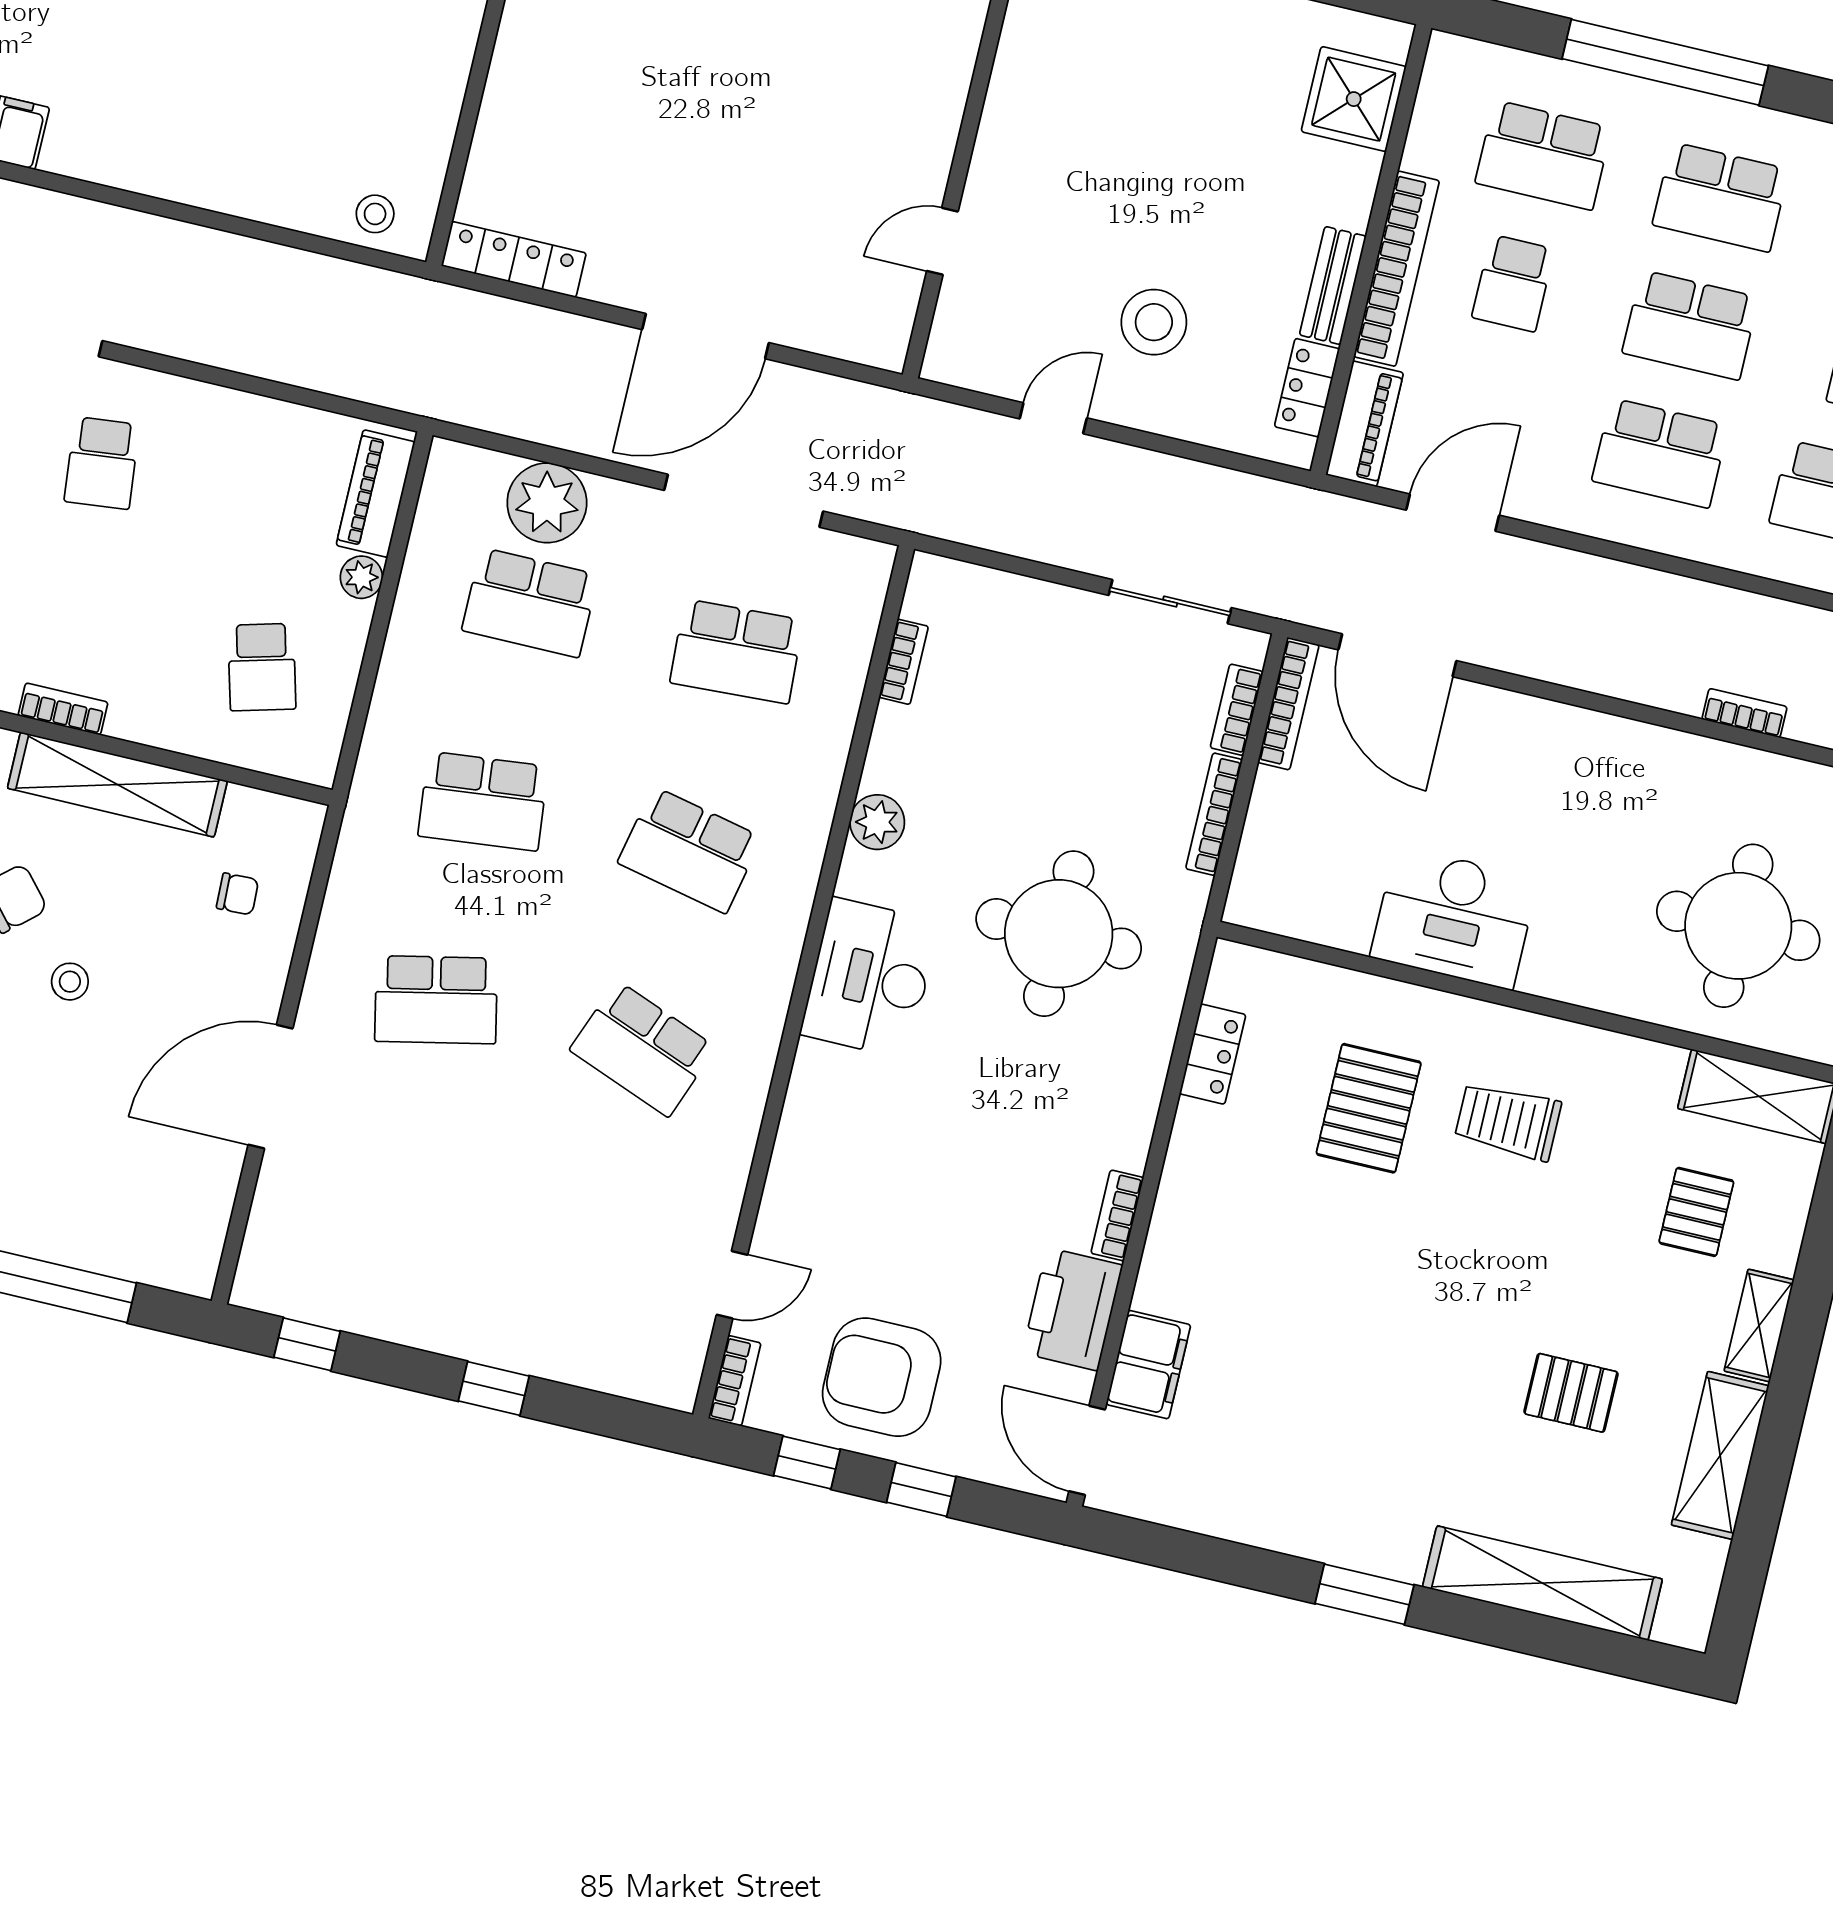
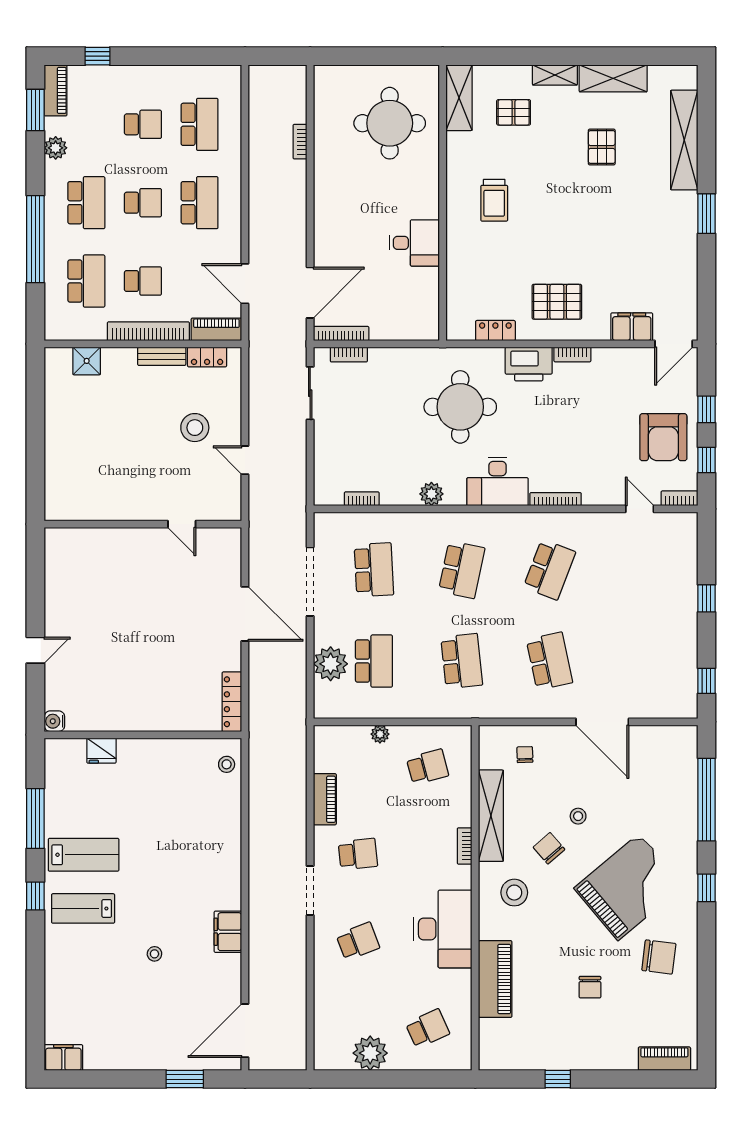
shower: (1354, 99) -> (87, 361), width x0.73, depth x0.73
school desk: (1690, 325) -> (143, 203), width x0.54
piano: (375, 494) -> (325, 799), moved, turned -90
bookcase: (1214, 814) -> (556, 499), moved, turned 180
desk: (1454, 918) -> (414, 243), width x0.73
pallet: (1369, 1108) -> (557, 302), moved
printer: (1072, 1309) -> (529, 364), moved

